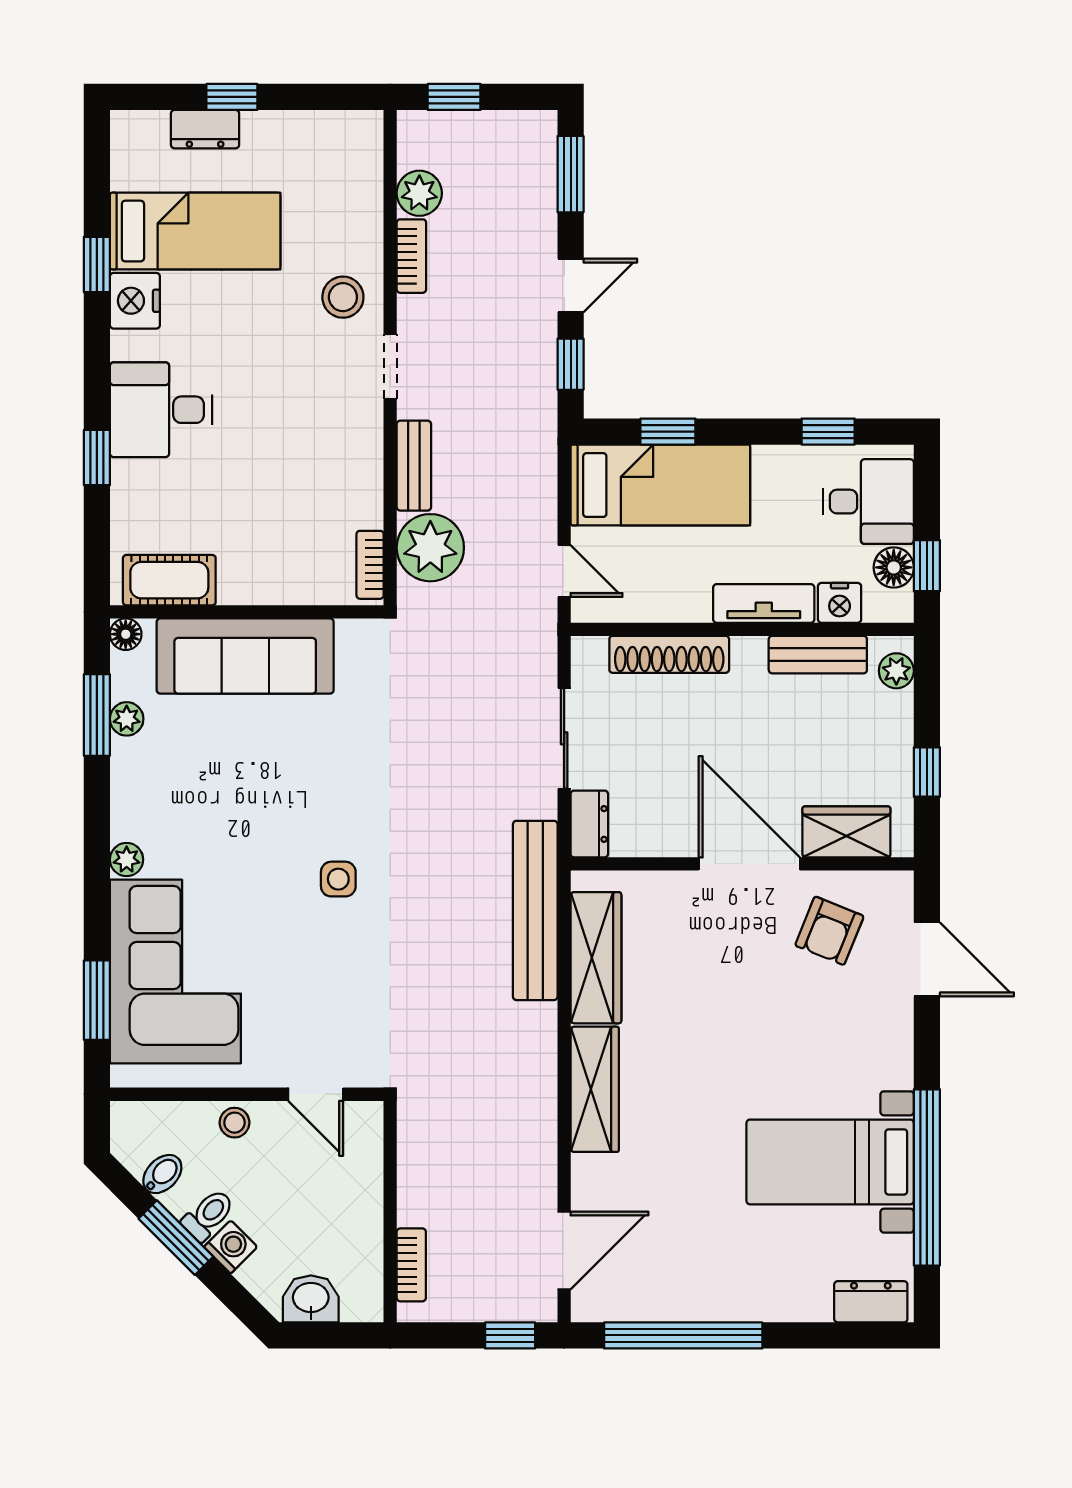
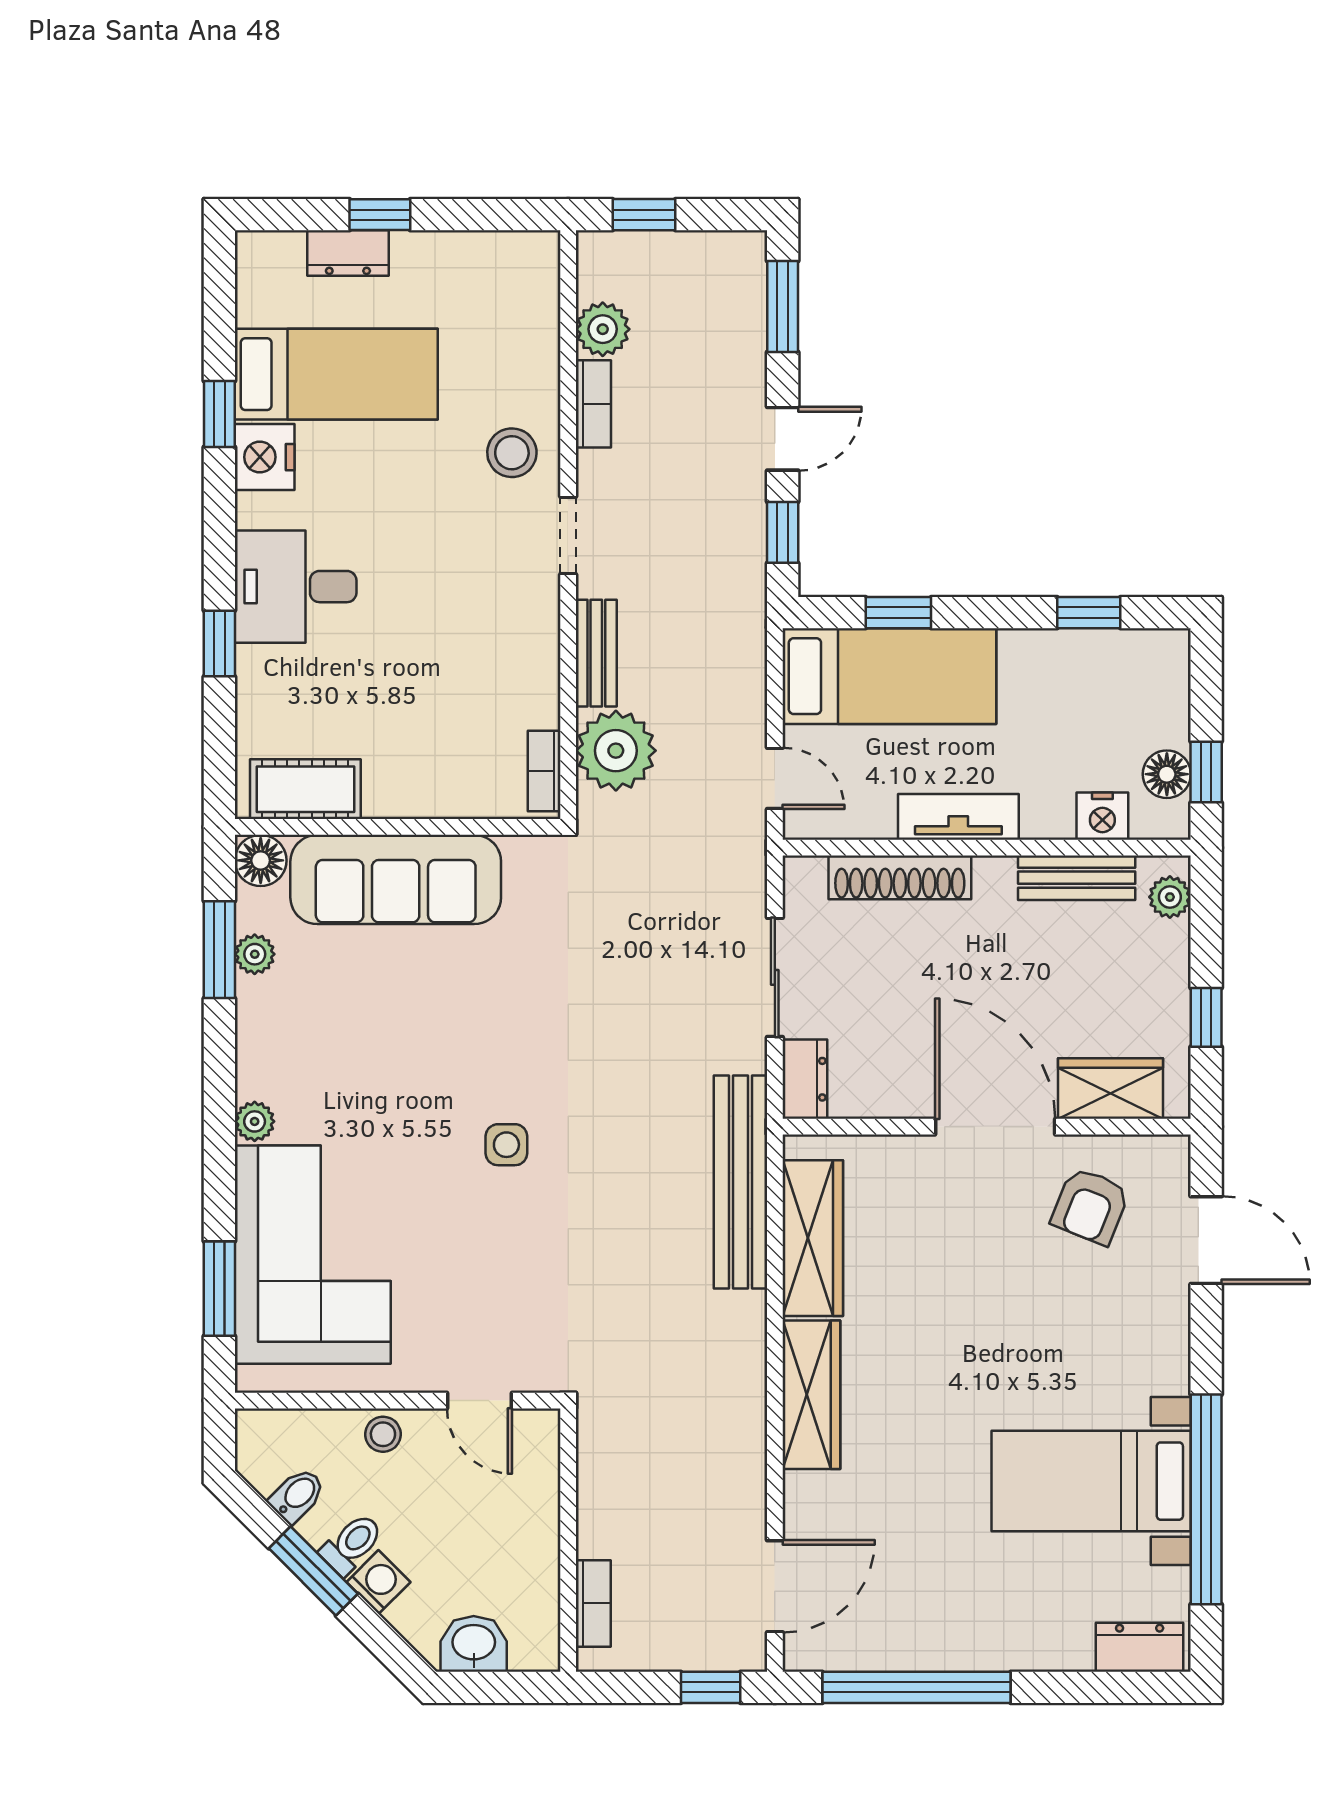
desk: (868, 502) -> (1136, 696), removed
tv unit: (764, 603) -> (958, 817), moved
floor lamp: (126, 634) -> (261, 860), width x1.37, depth x1.37

